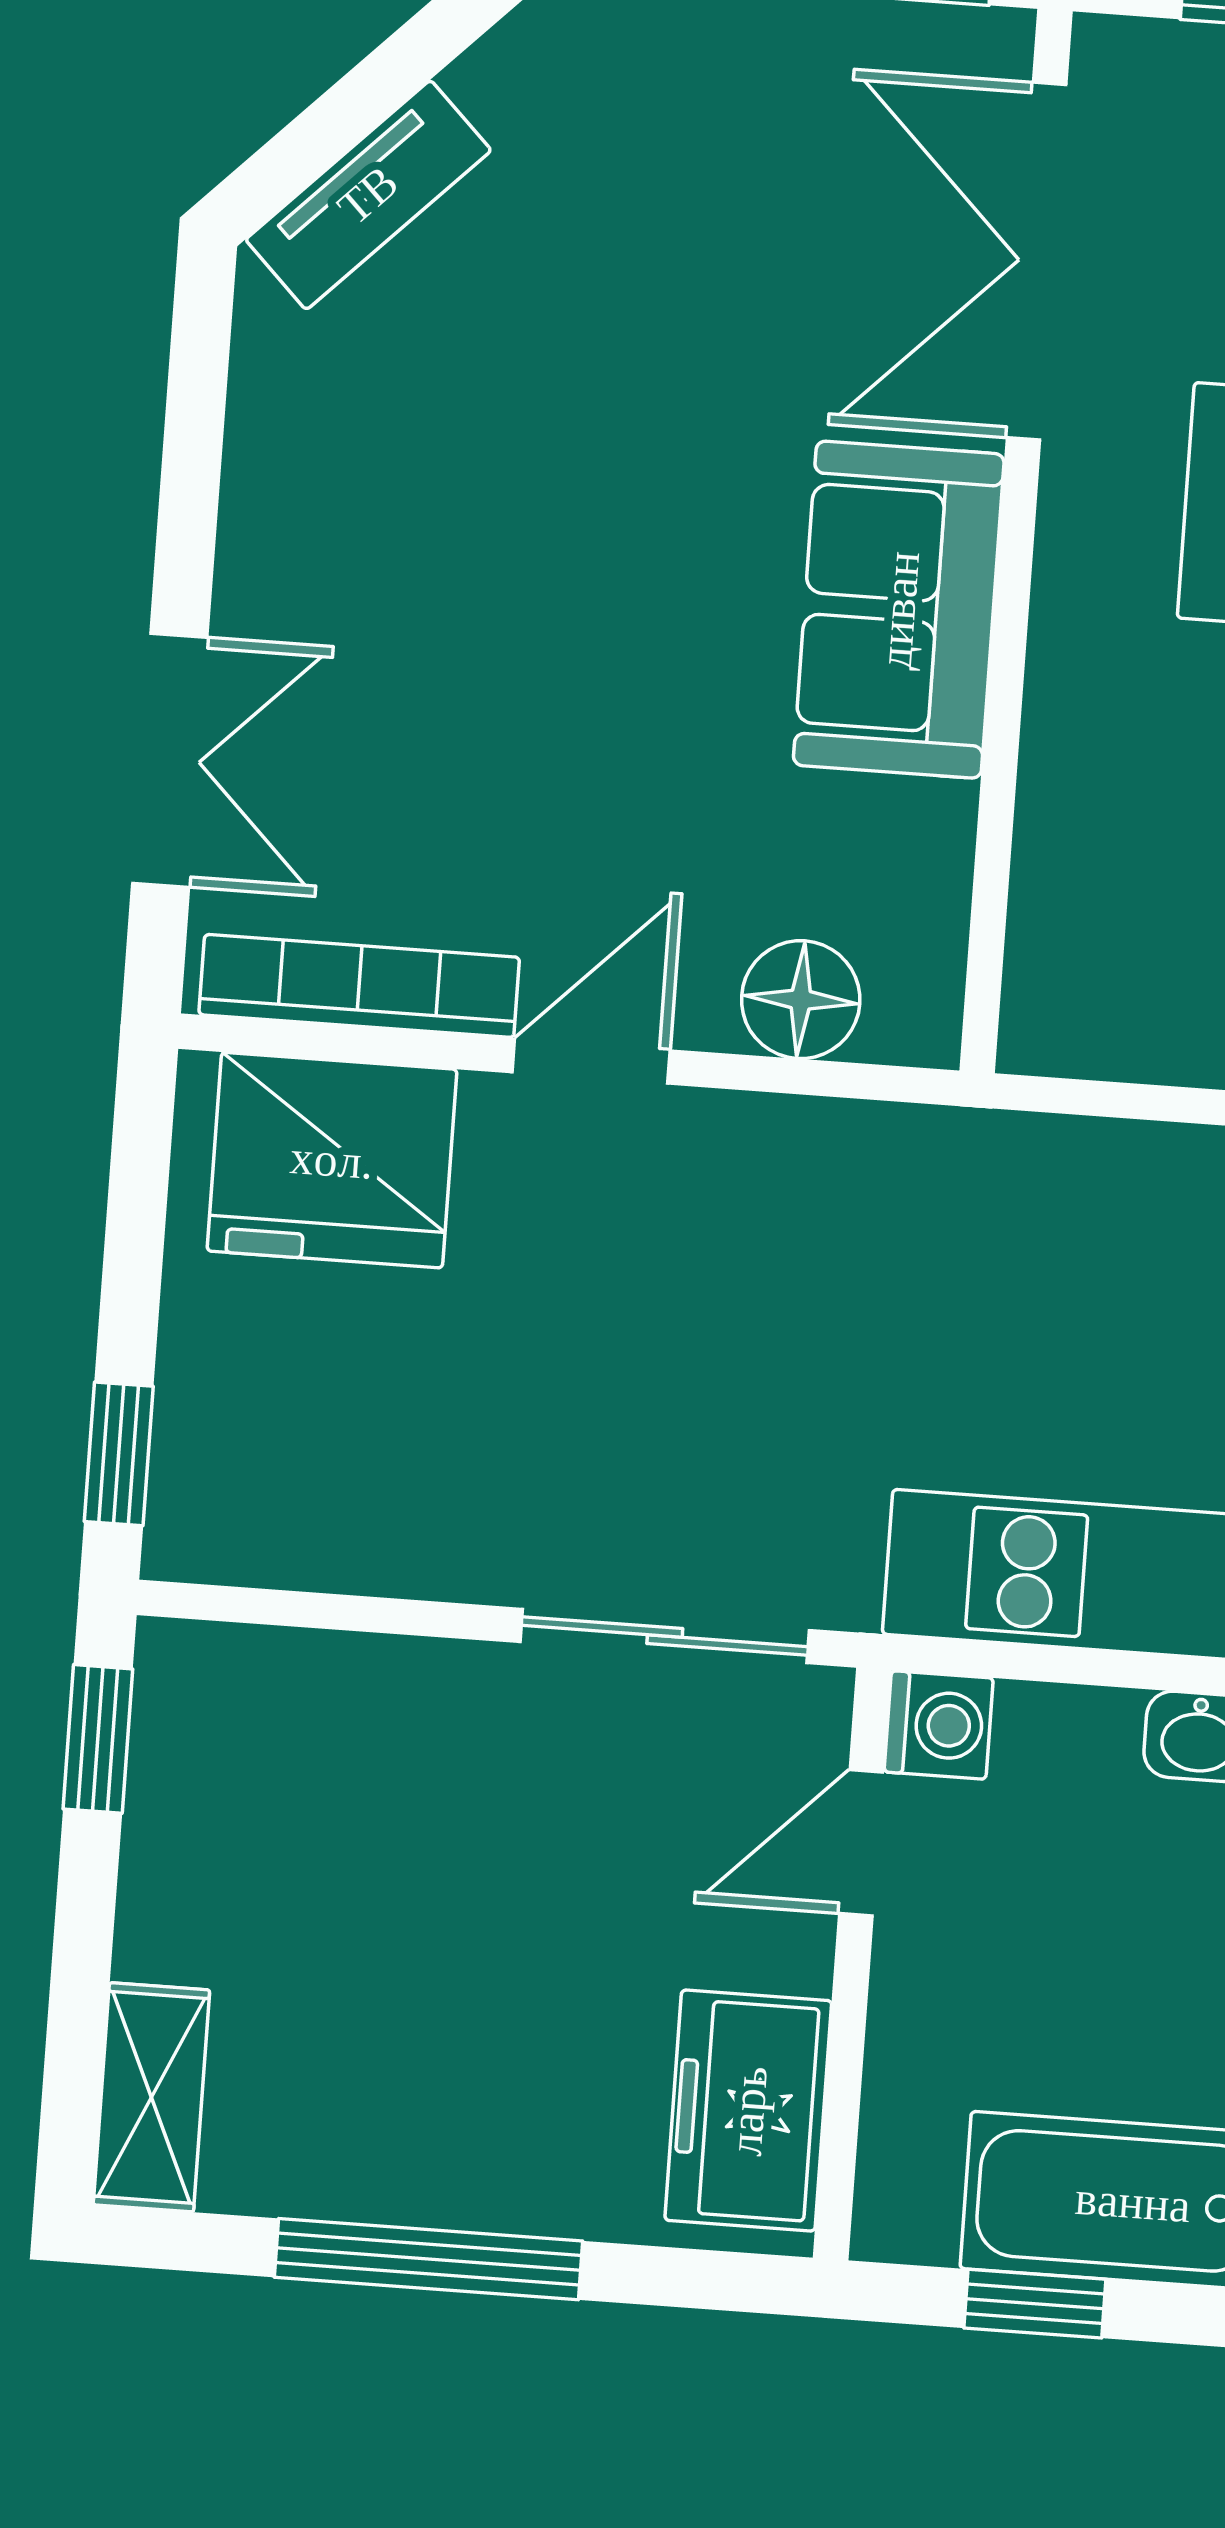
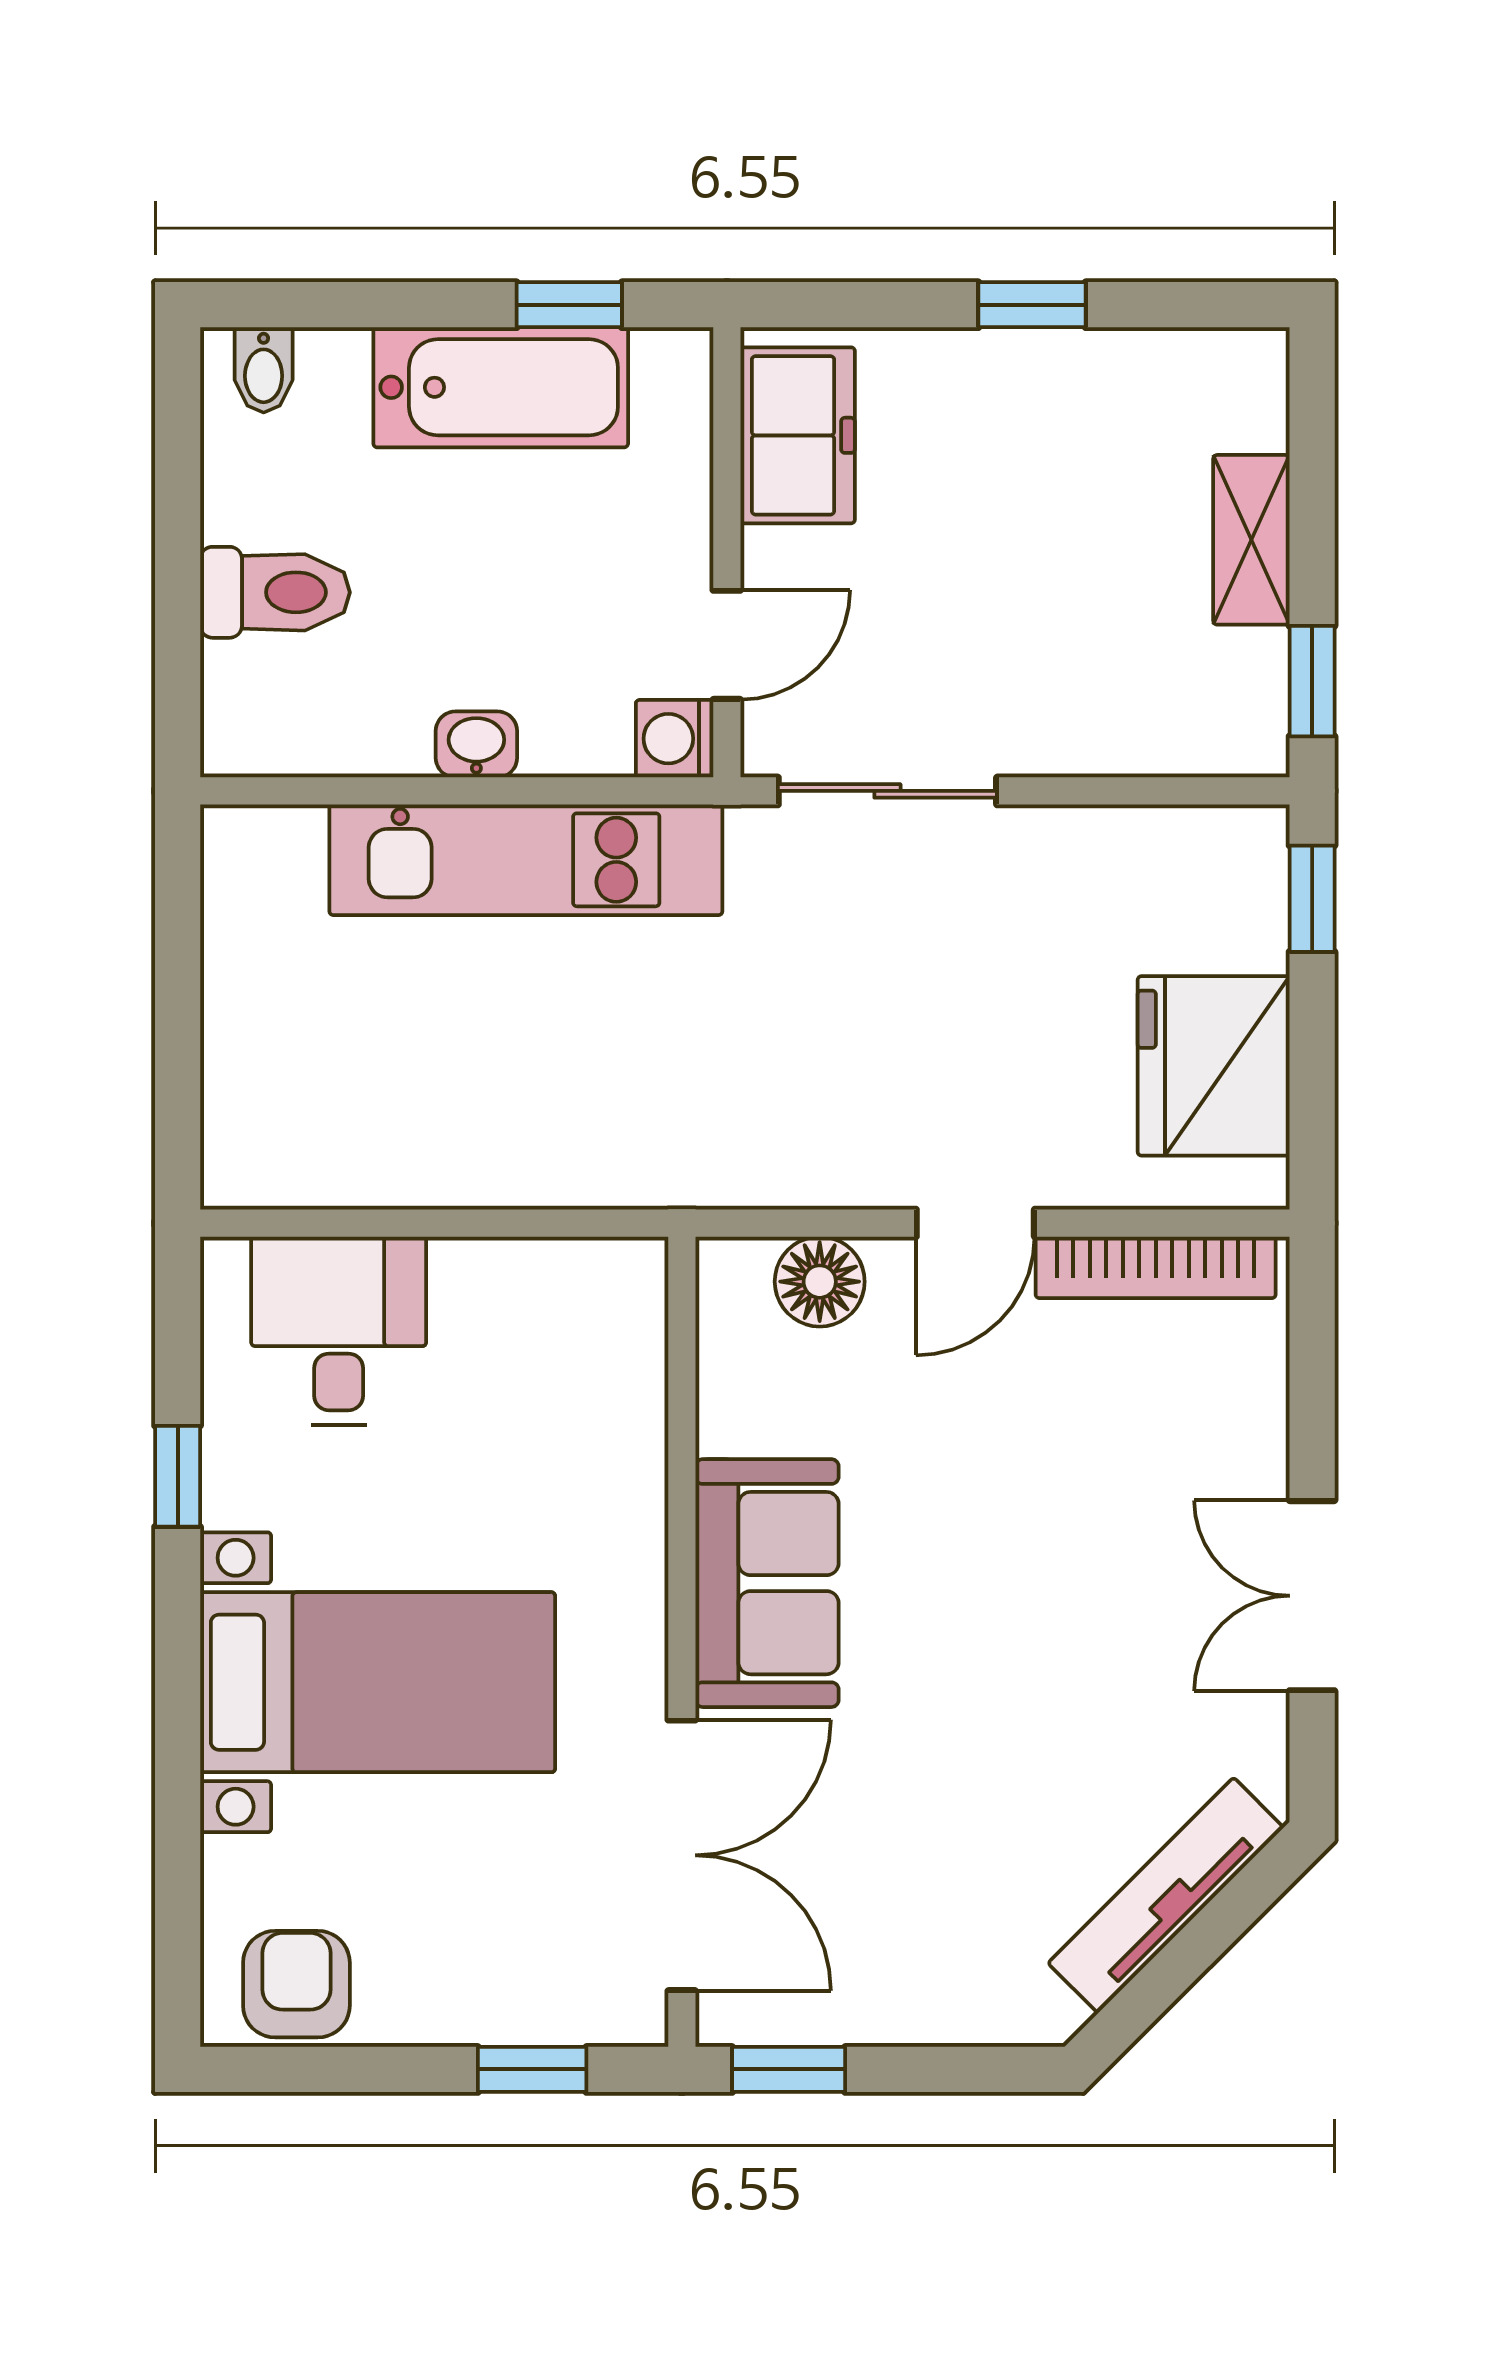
tv unit: (368, 195) -> (1166, 1895), width x1.41
double door: (170, 760) -> (1312, 1596), moved
fridge: (332, 1160) -> (1214, 1066), moved, turned -90
shelving: (151, 2097) -> (1251, 540), moved
window: (429, 2259) -> (1032, 305), width x0.46

